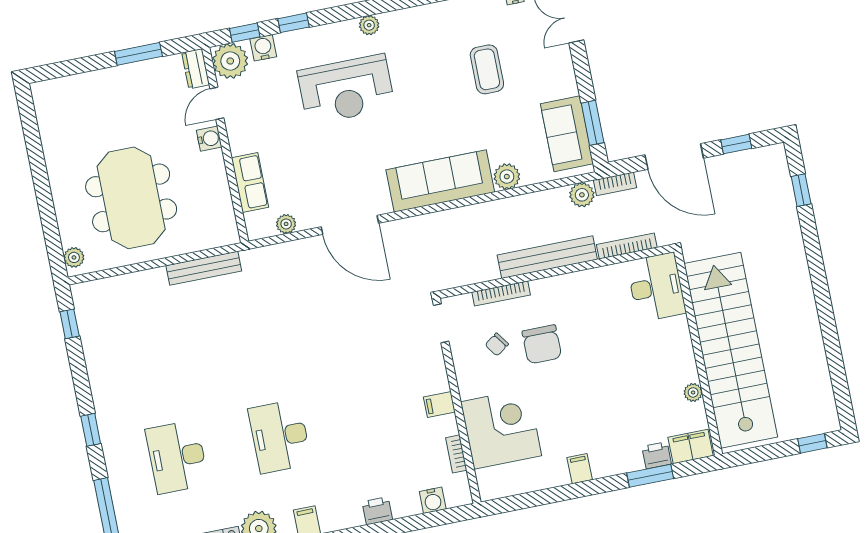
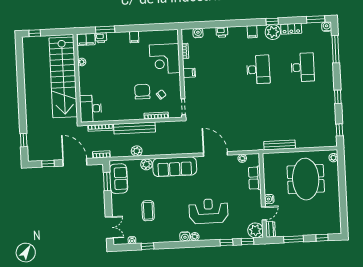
water cooler: (263, 48) -> (185, 237), moved
window: (73, 67) -> (322, 238), added
plant: (582, 195) -> (137, 151), moved
window: (91, 430) -> (338, 97), moved

